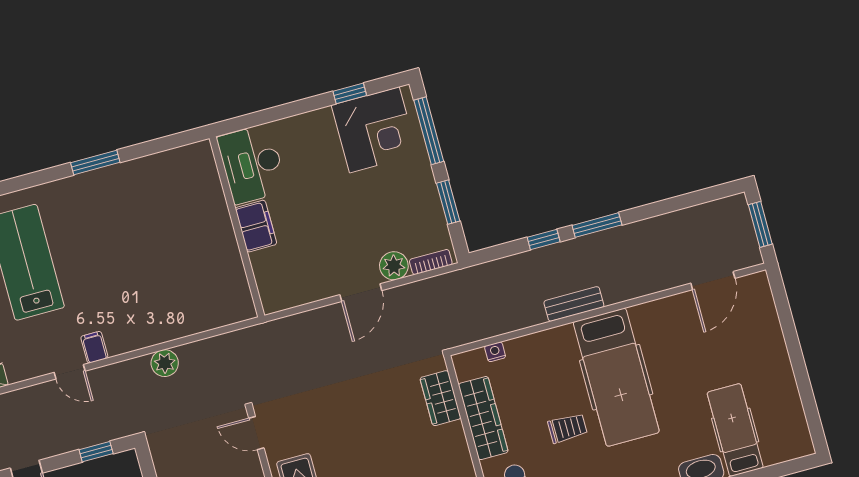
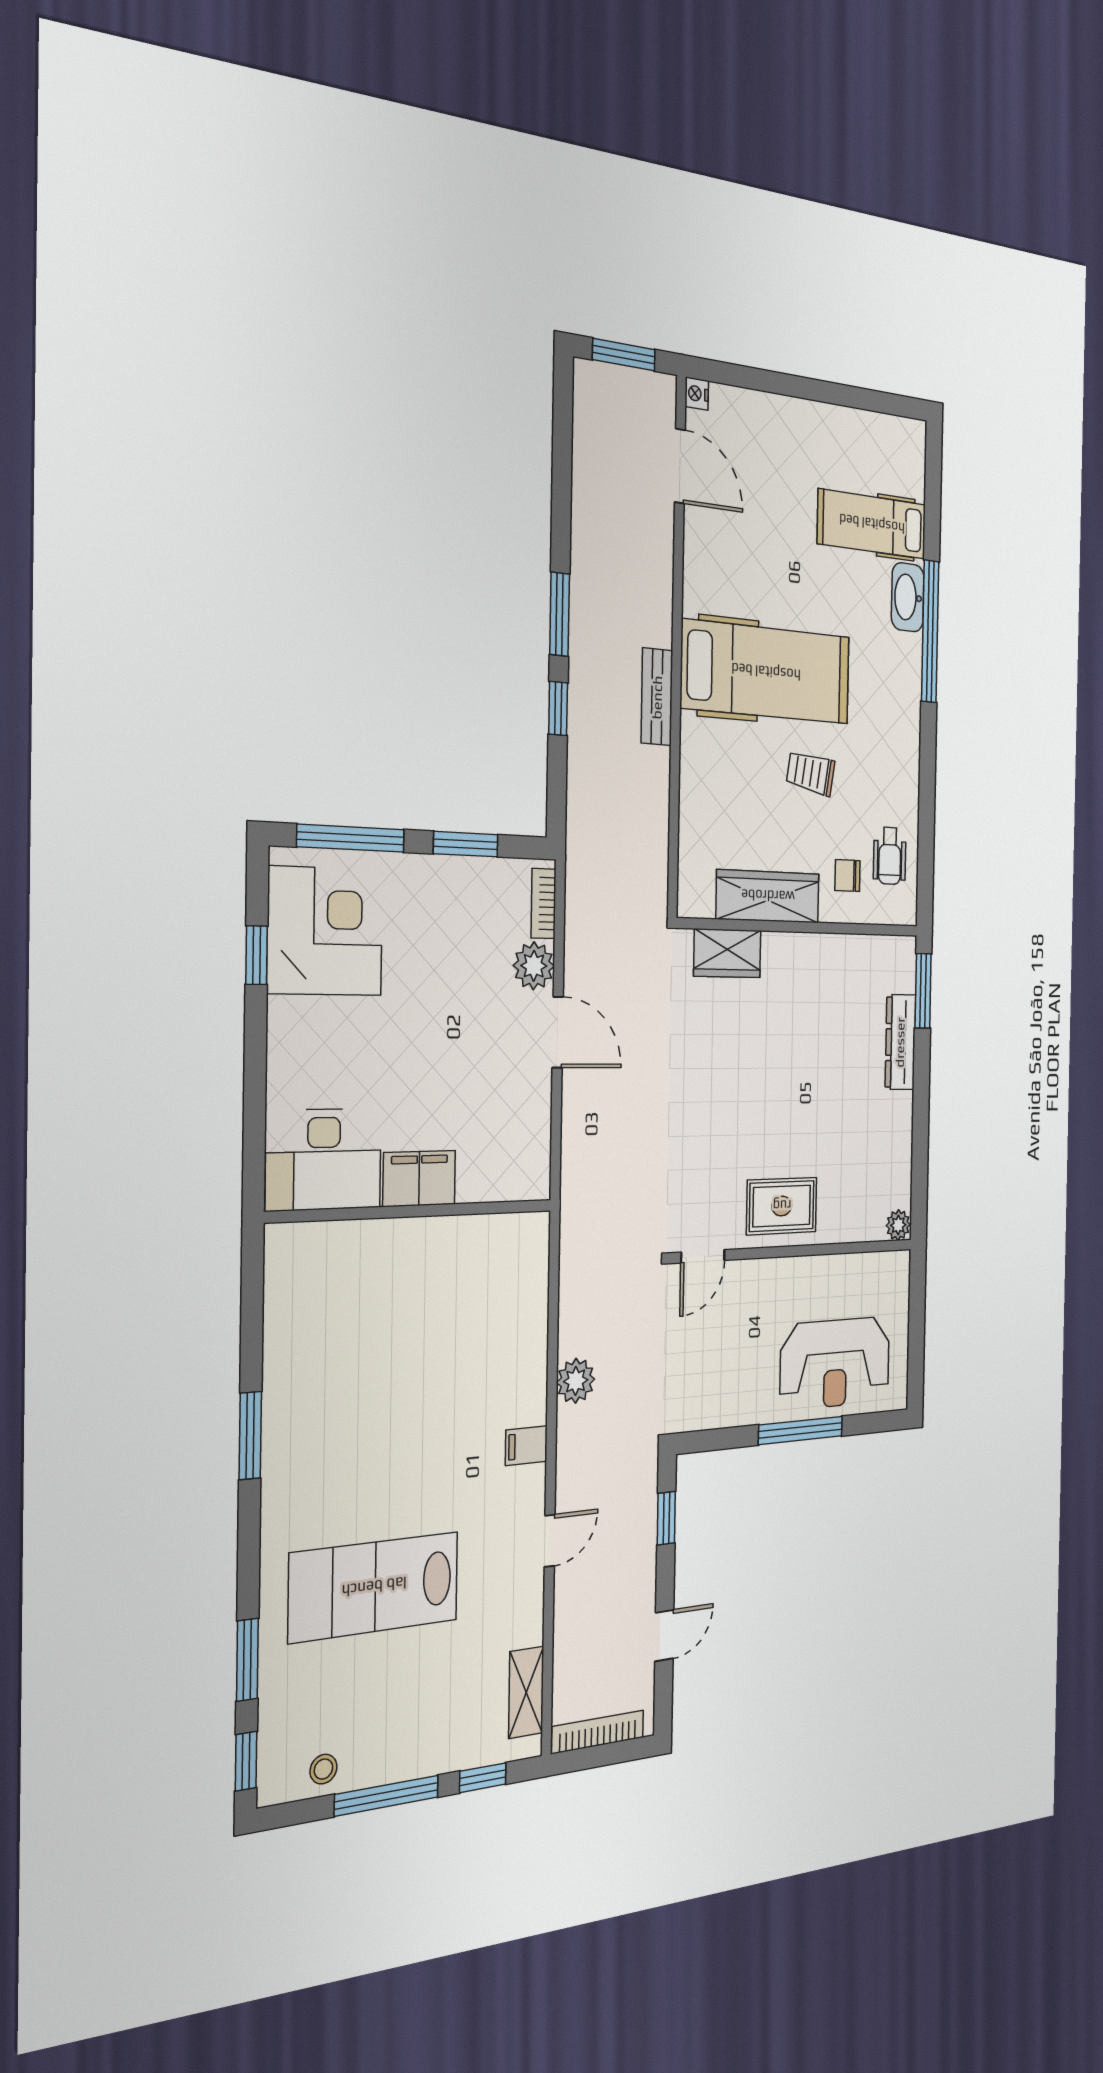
filing cabinet: (94, 347) -> (526, 1446), moved
nightstand: (495, 352) -> (697, 394), moved
trolley: (567, 428) -> (811, 773), turned -81

